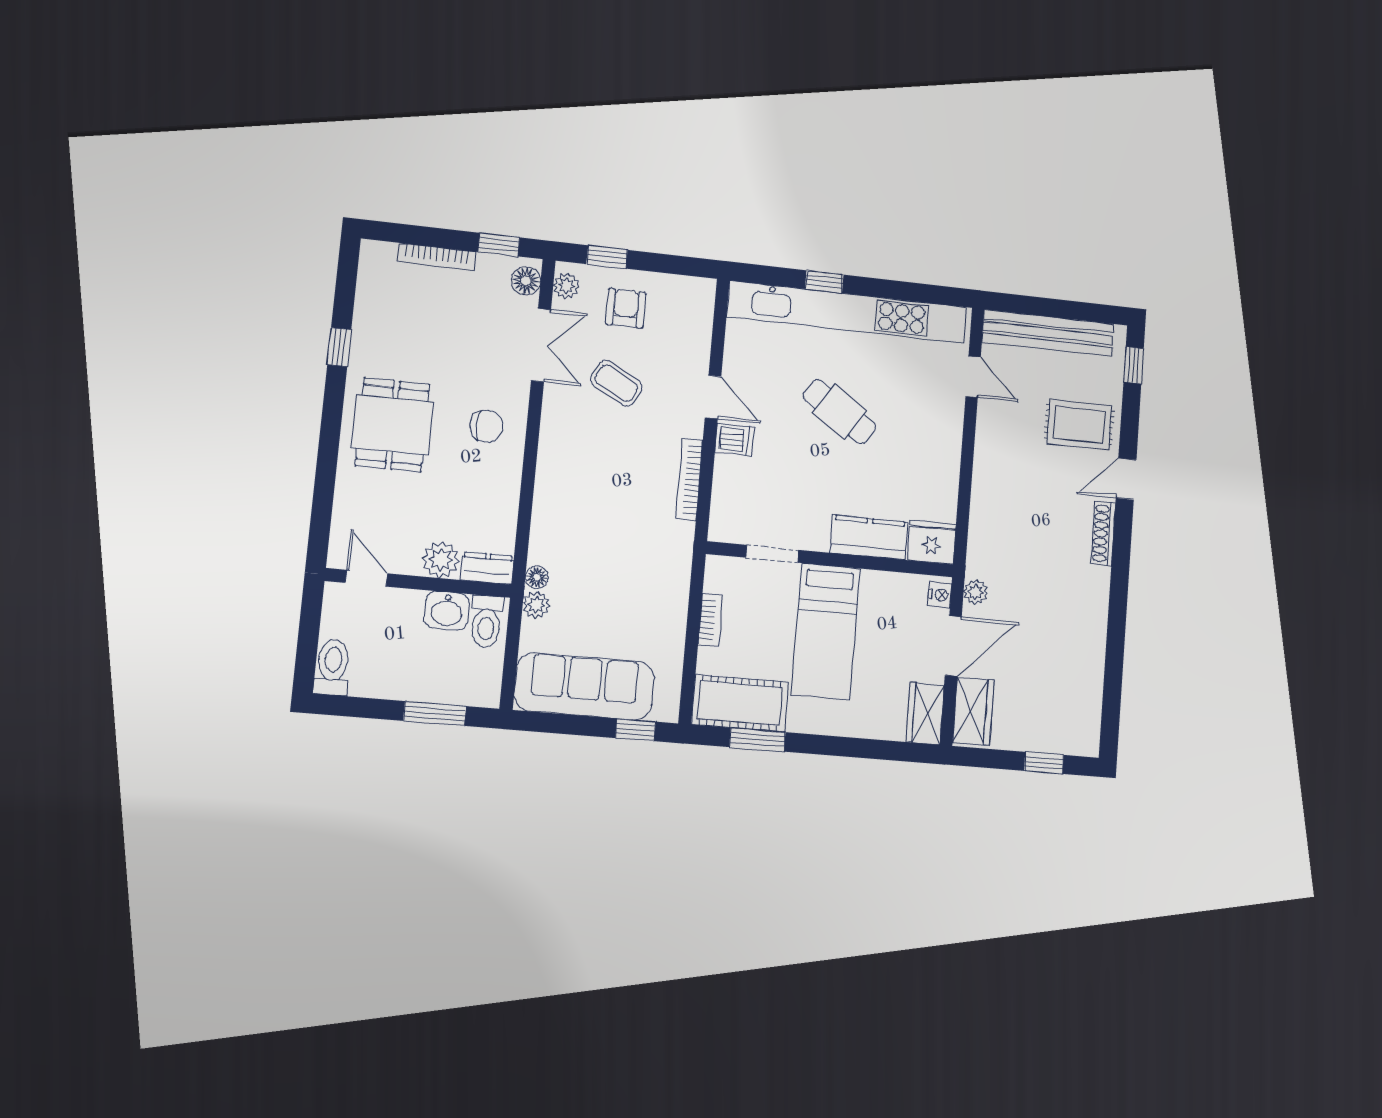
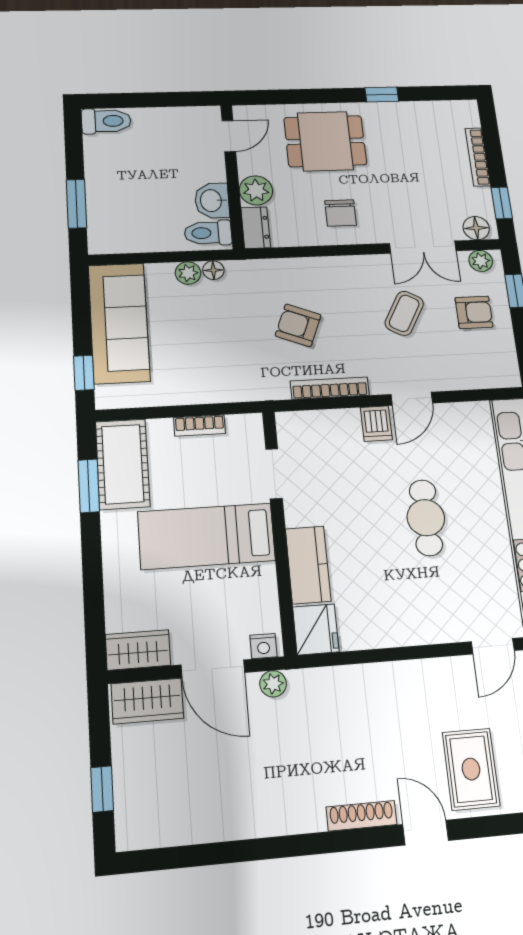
cafe table: (840, 412) -> (426, 518), turned -33
armchair: (614, 499) -> (298, 325), added
plant: (441, 560) -> (256, 190), moved
dresser: (487, 568) -> (256, 228), moved
door: (366, 578) -> (229, 136), moved
wall: (419, 583) -> (232, 176), moved
washbasin: (447, 611) -> (212, 201), moved
toilet: (486, 621) -> (208, 233), moved

